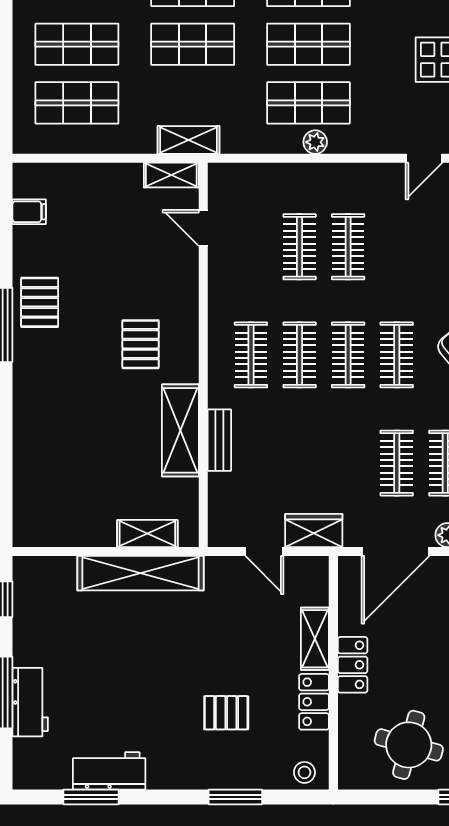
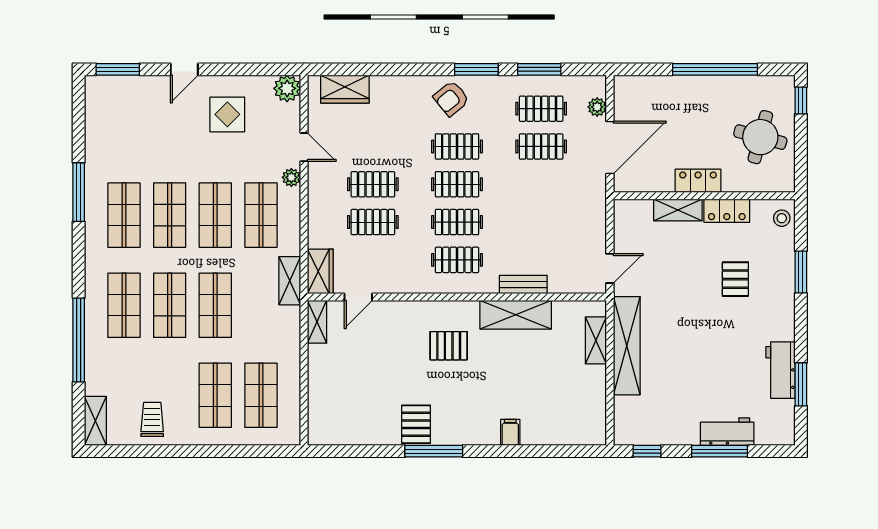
shelving: (189, 140) -> (290, 281), moved
plant: (315, 142) -> (291, 177), moved
door: (424, 158) -> (304, 147), moved
filing cabinet: (29, 212) -> (510, 432), moved
pallet: (40, 302) -> (416, 424), turned 90
wardrobe: (314, 531) -> (320, 271), moved, turned 180
door: (264, 552) -> (610, 268), moved
door: (395, 552) -> (610, 147), hinge flipped

